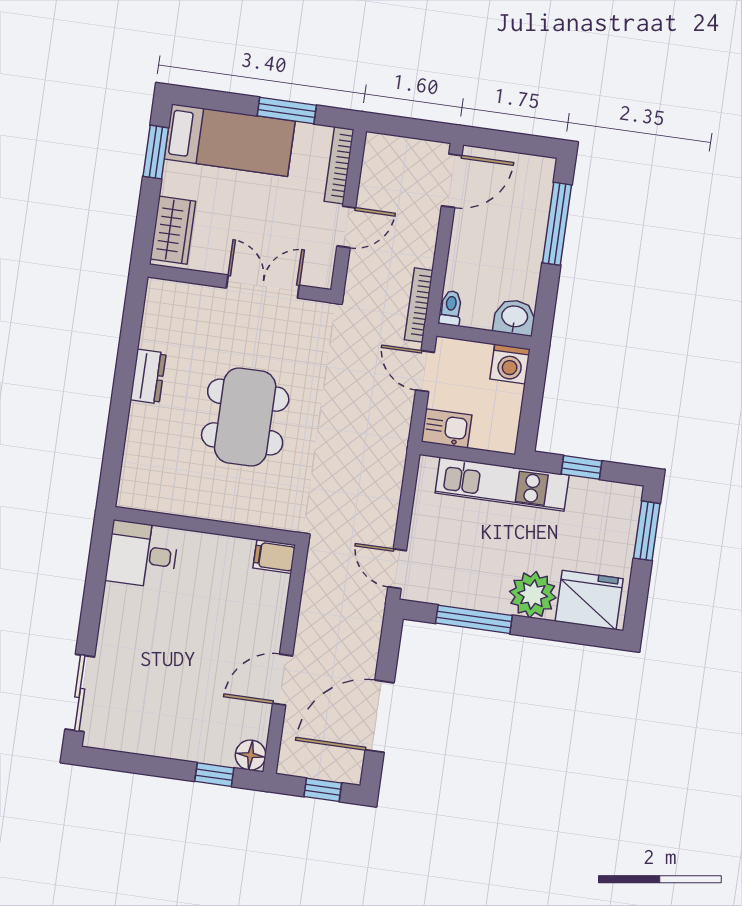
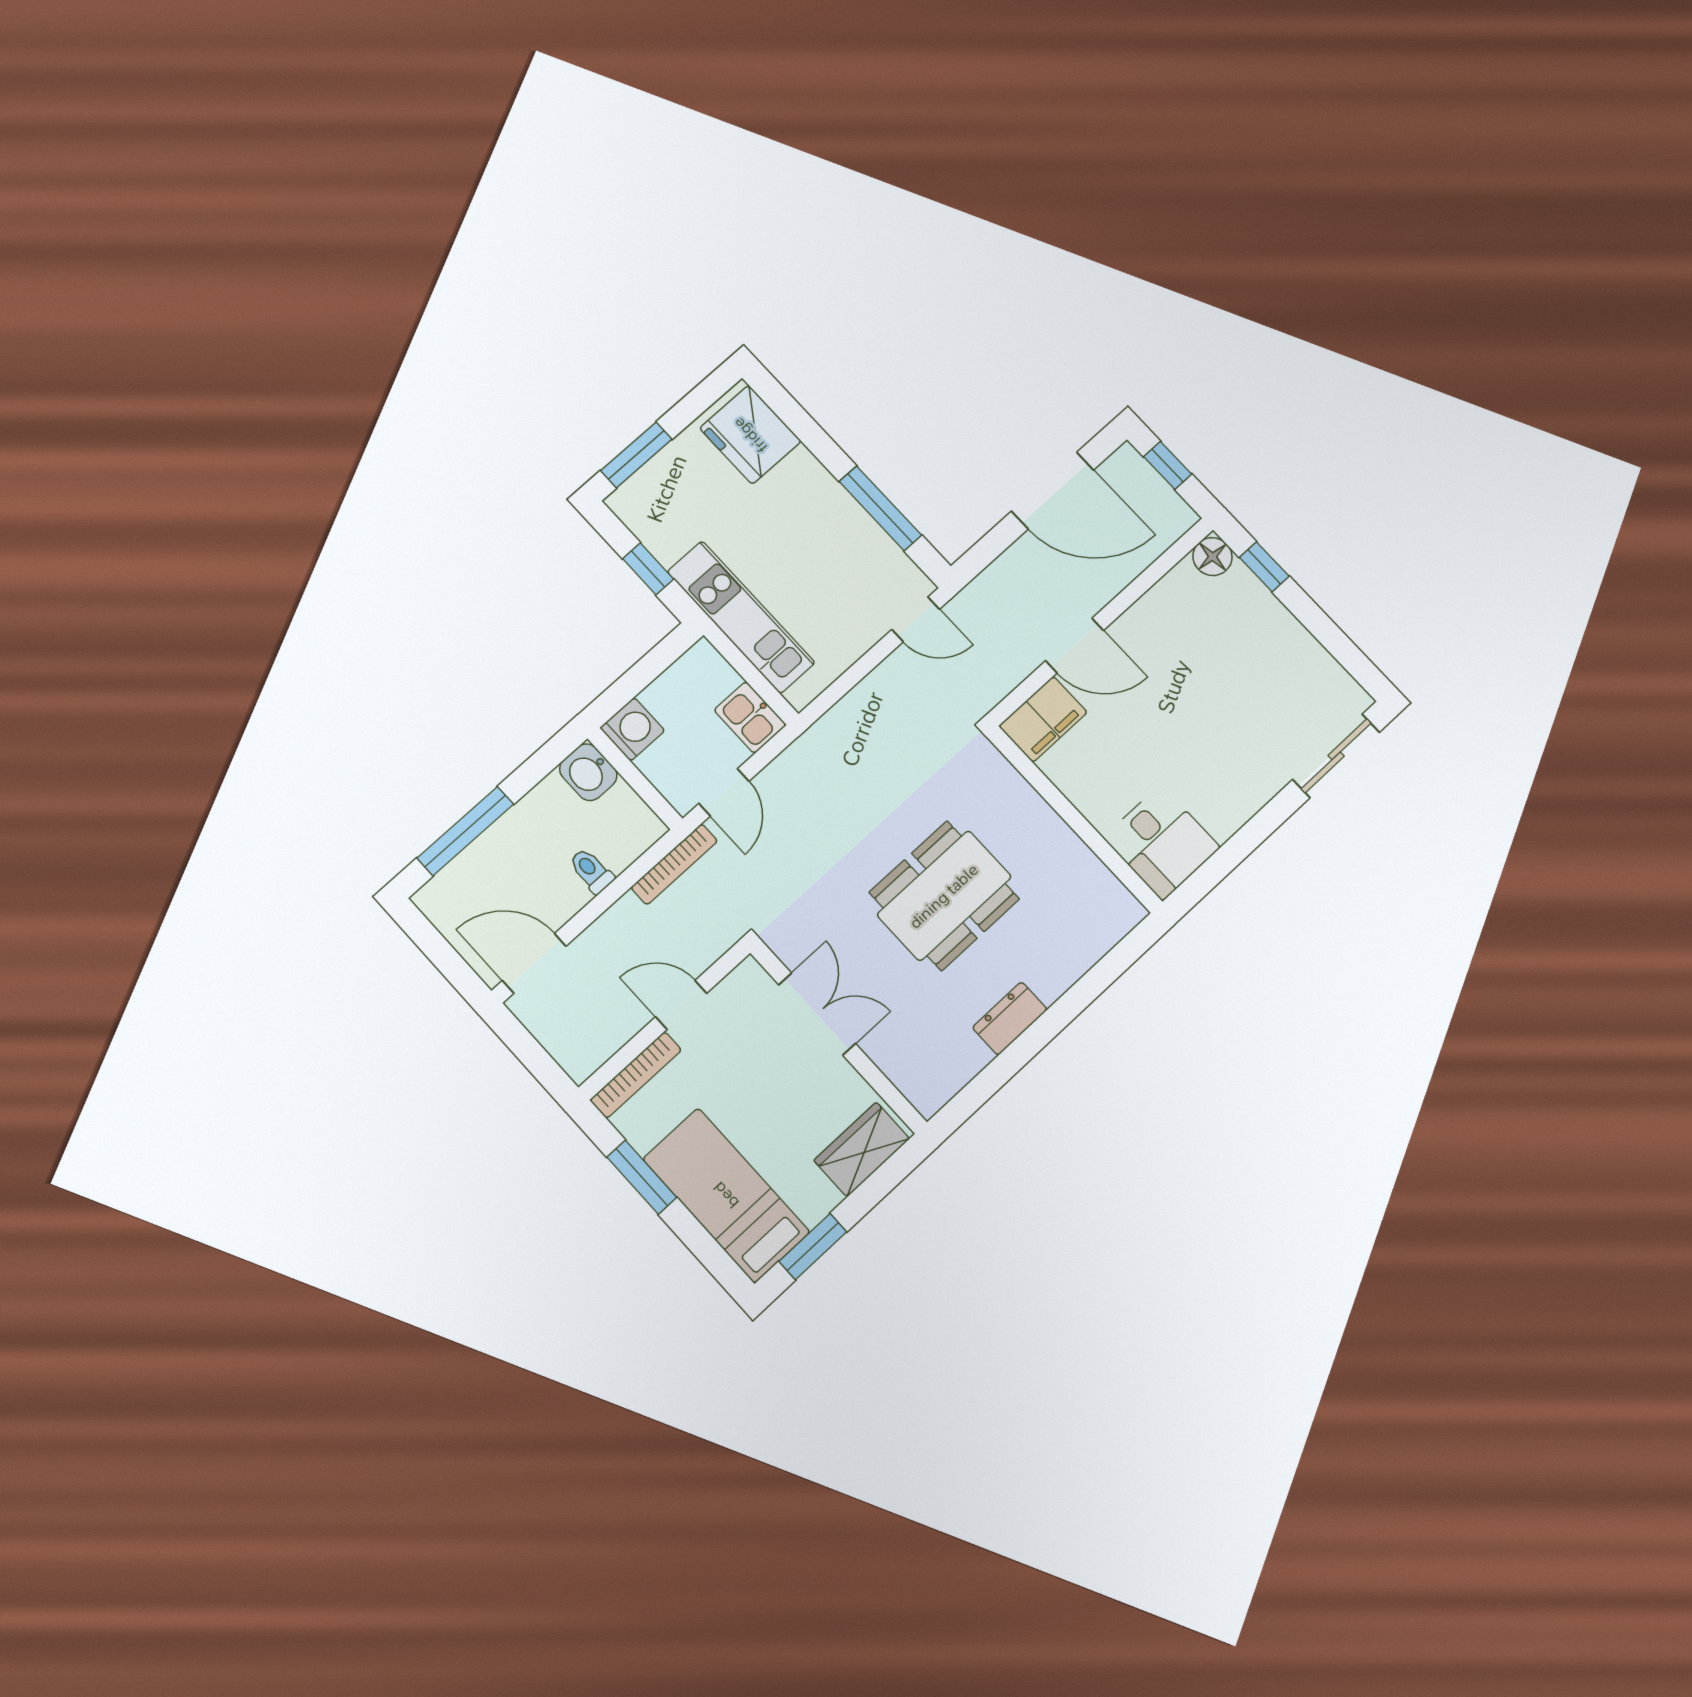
double door: (263, 287) -> (817, 1014), swing flipped
toilet: (451, 308) -> (591, 871), moved, turned 90
filing cabinet: (274, 556) -> (1043, 719), width x2.00
door: (397, 569) -> (916, 619), hinge flipped
plant: (533, 595) -> (802, 485), removed
door: (283, 680) -> (1075, 646), moved

